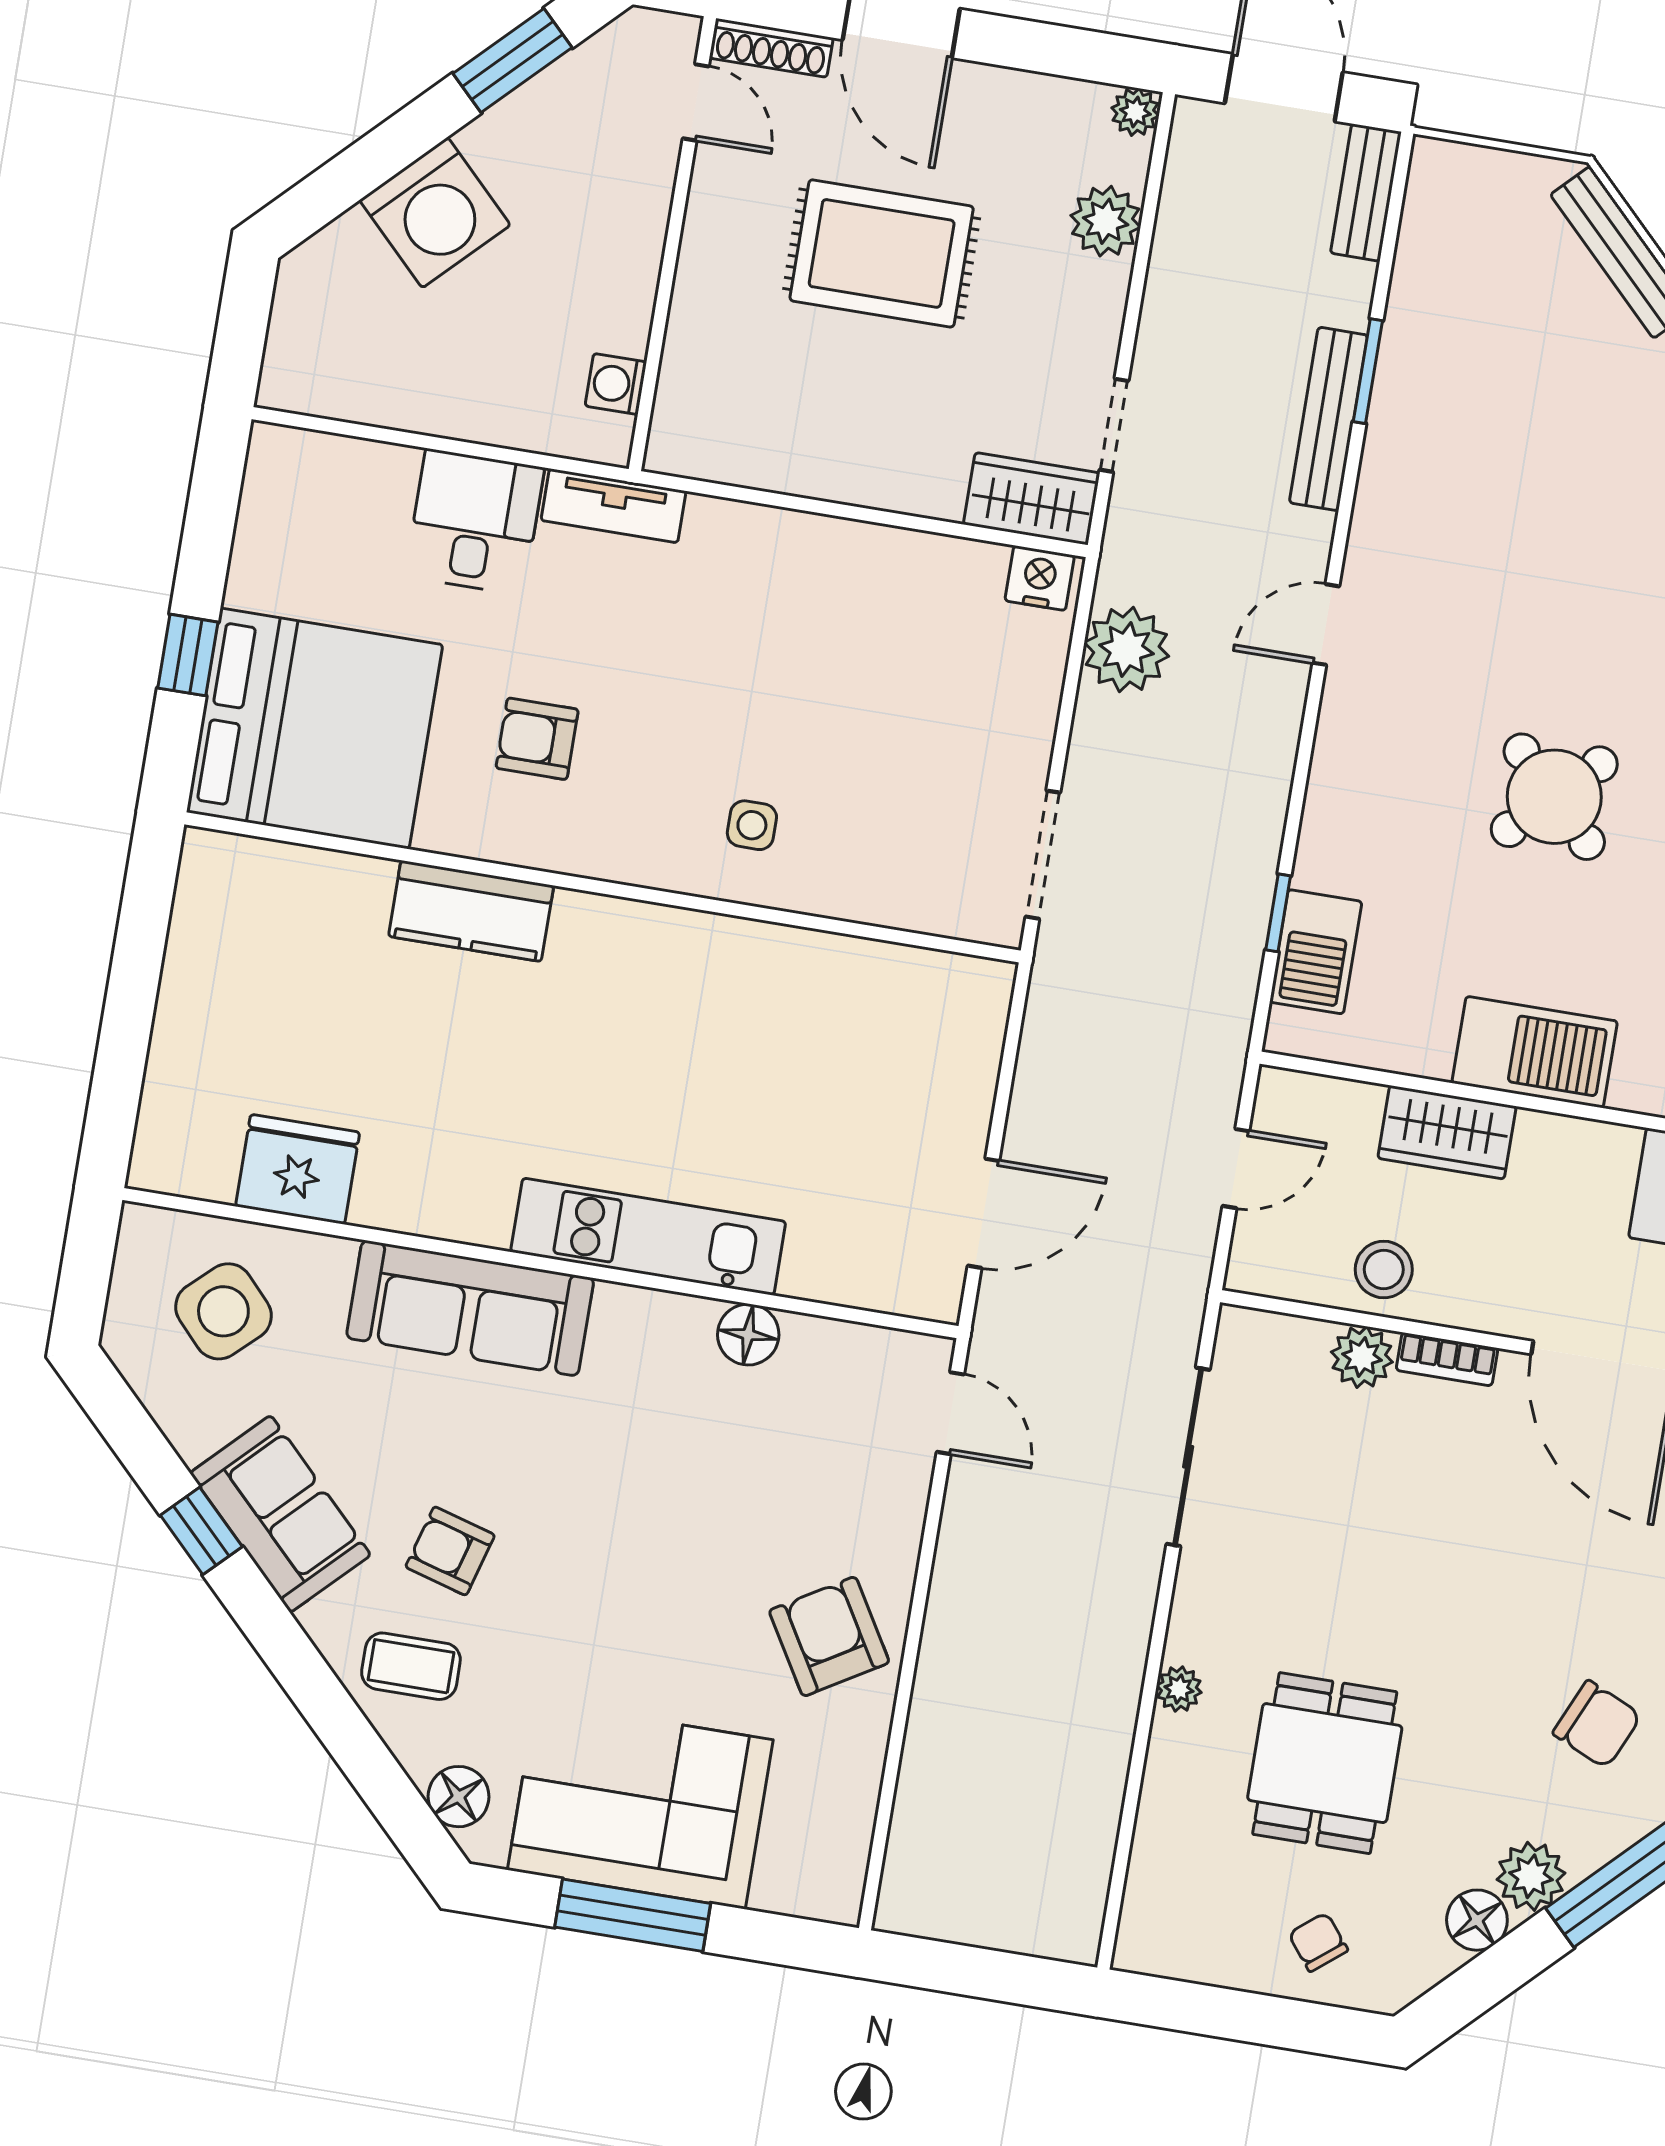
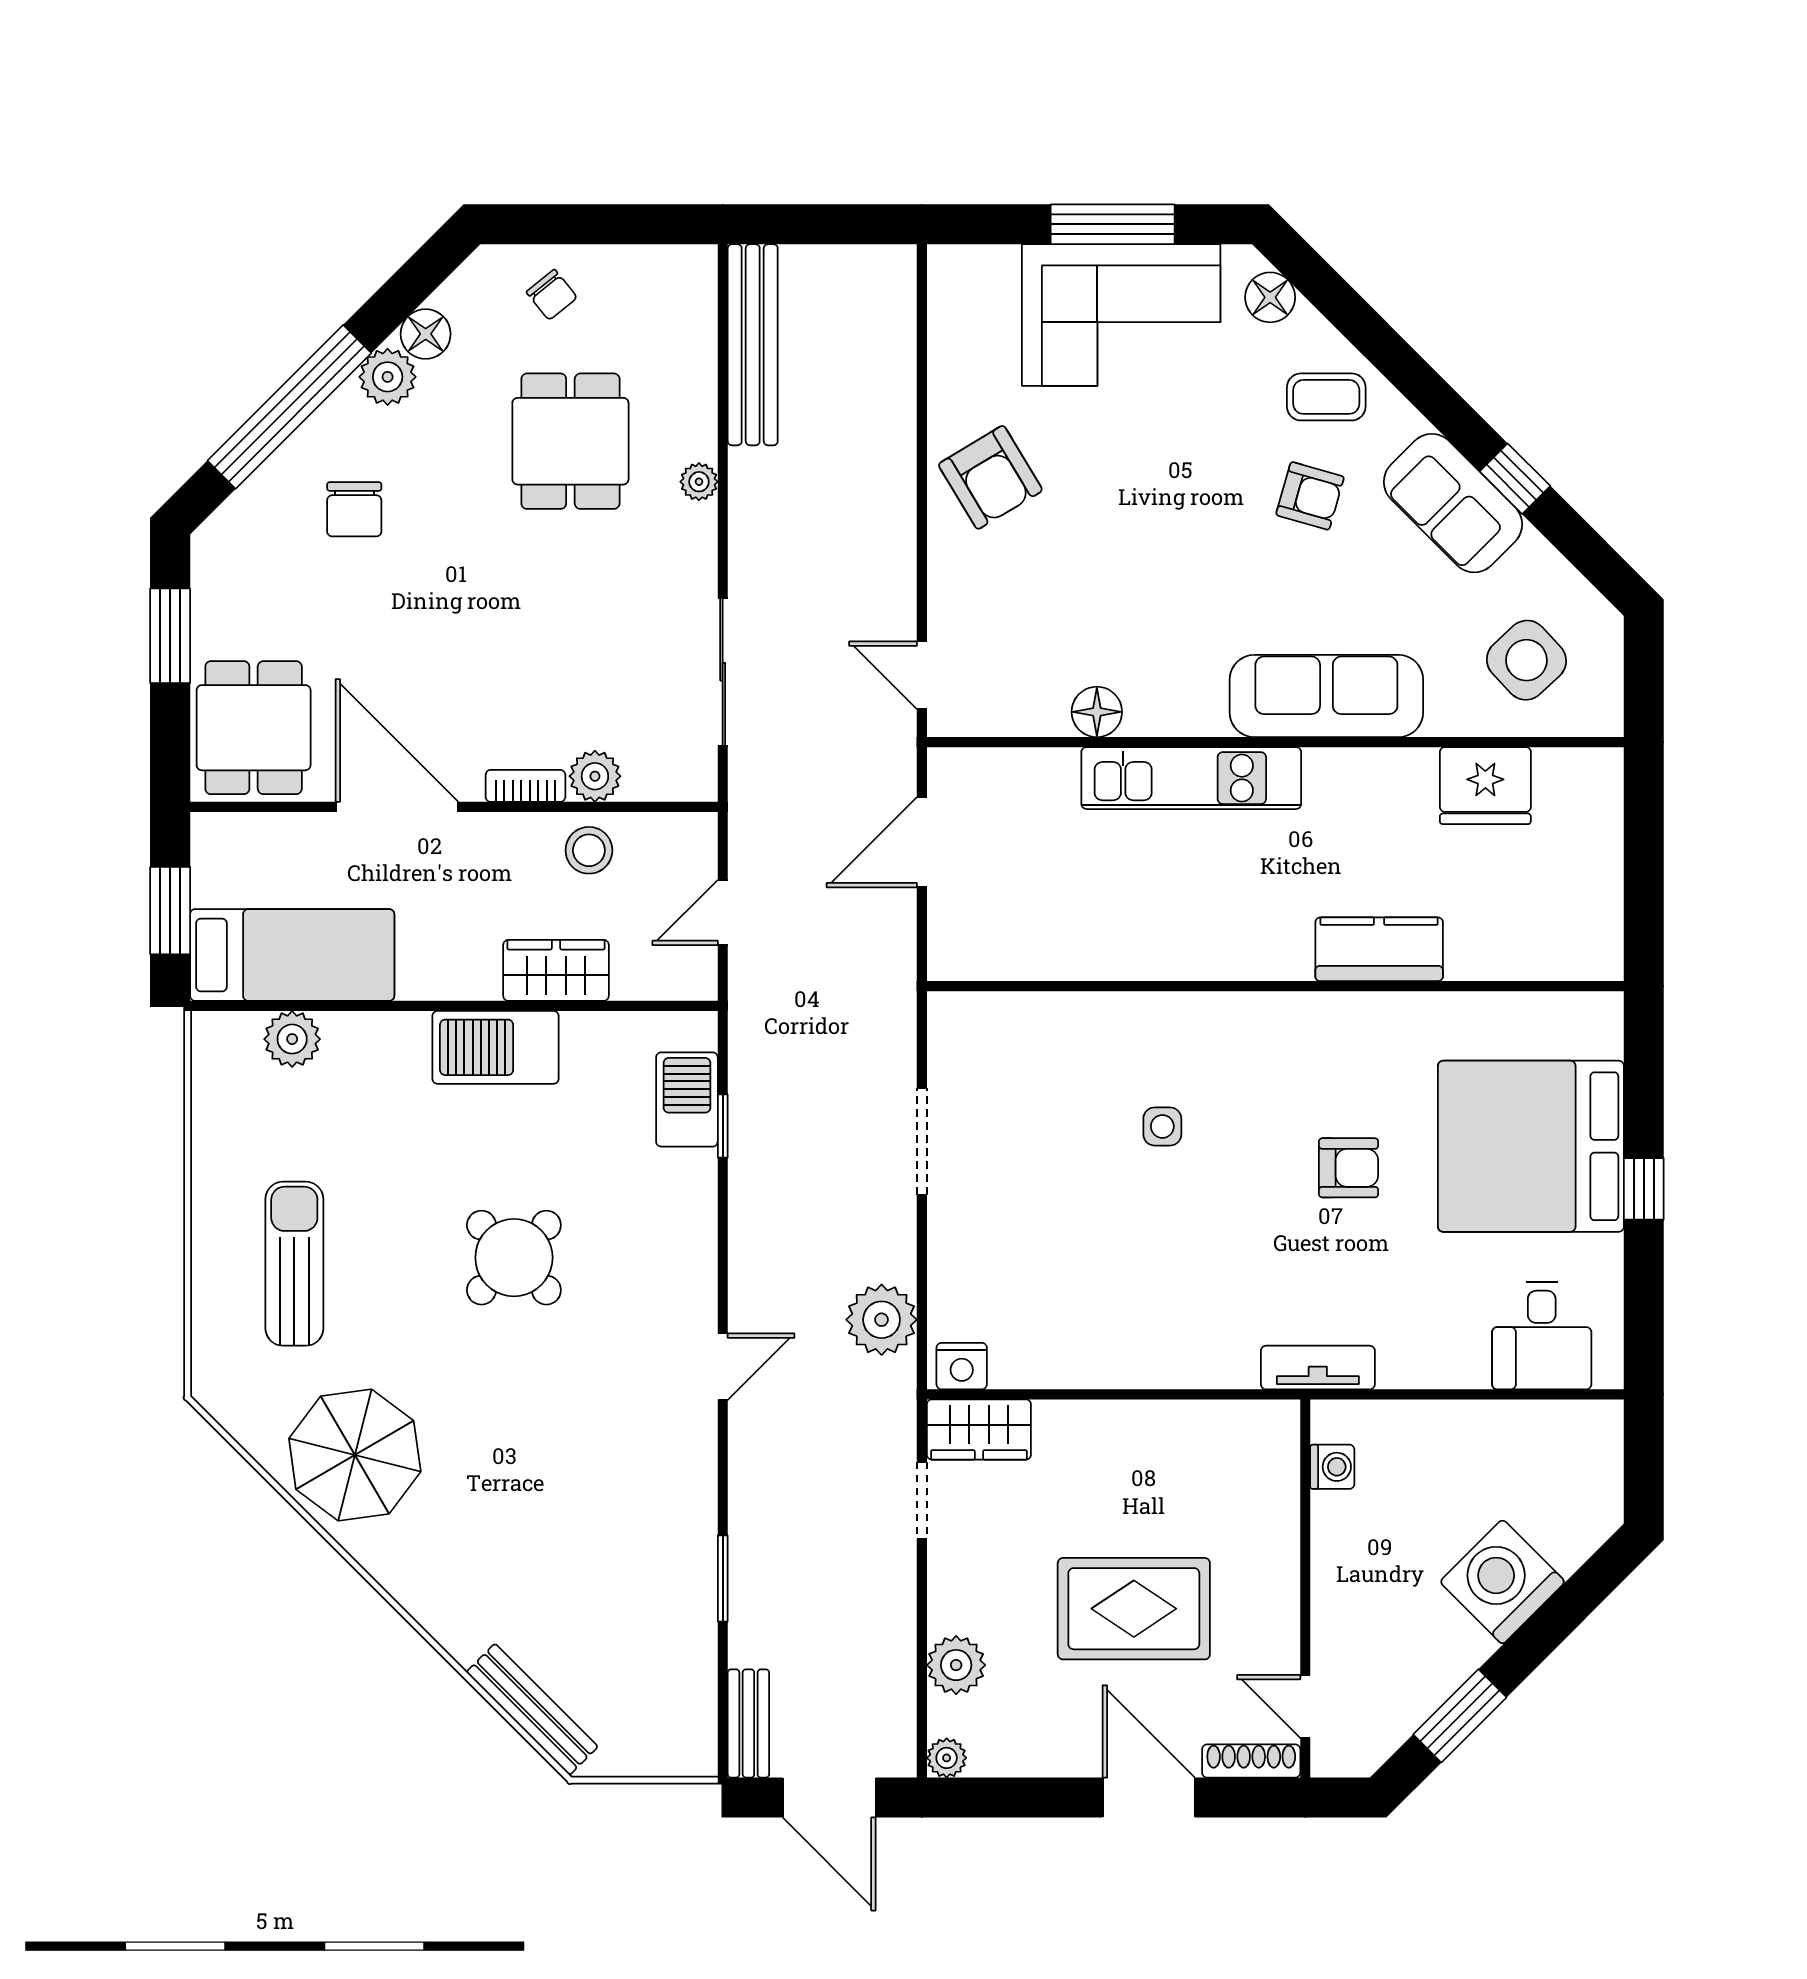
bench: (1328, 419) -> (753, 345), moved, width x1.37, depth x1.21
desk: (475, 522) -> (1542, 1336), moved
wall: (603, 887) -> (1275, 986), moved
kitchen counter: (471, 911) -> (1379, 949), moved
chair: (1597, 1724) -> (354, 509), turned -114

